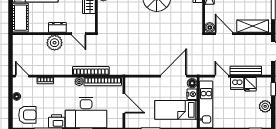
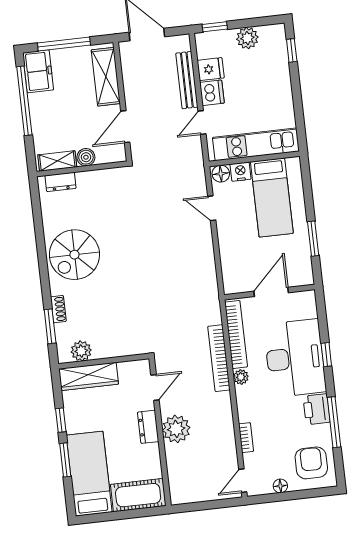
boiler: (210, 27) -> (86, 157), moved
door: (174, 76) -> (212, 208), width x0.53

